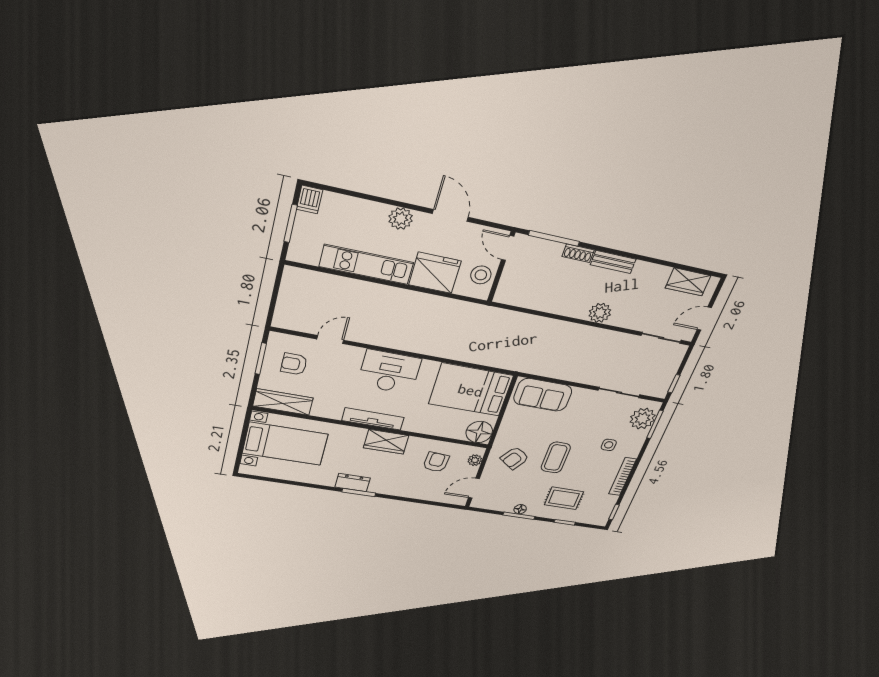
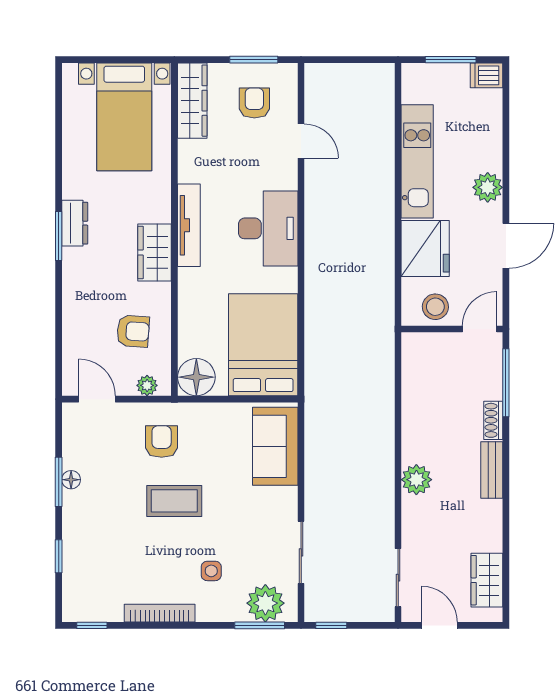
armchair: (515, 458) -> (162, 442), turned 55
rug: (564, 498) -> (103, 539), removed

